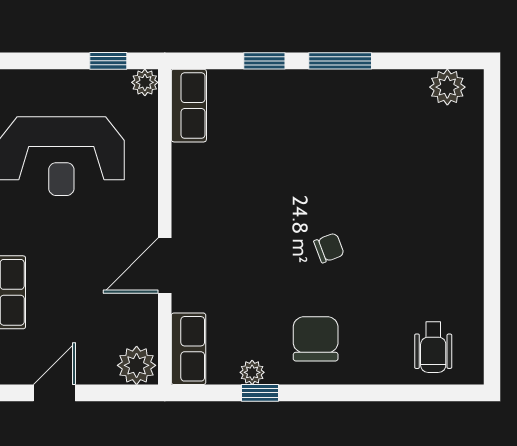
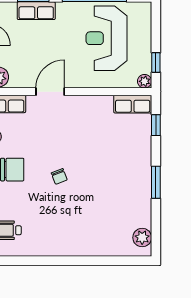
window: (264, 61) -> (156, 125), moved
door: (165, 266) -> (50, 92), hinge flipped

